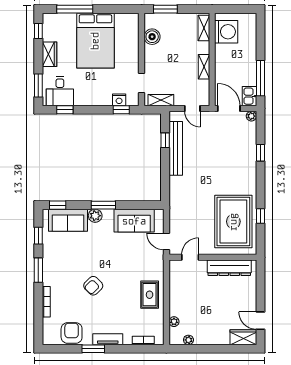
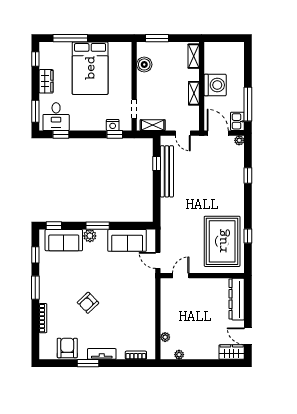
washing machine: (226, 32) -> (215, 85), moved
dresser: (229, 268) -> (237, 299), moved, turned 90
rug: (150, 295) -> (142, 311), removed

